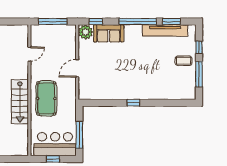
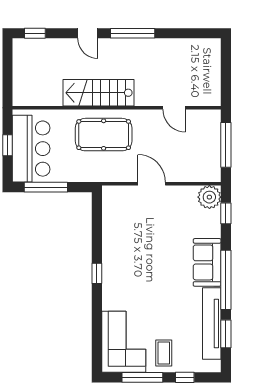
sofa: (109, 33) -> (207, 262), moved
corner sofa: (177, 86) -> (124, 342), added

